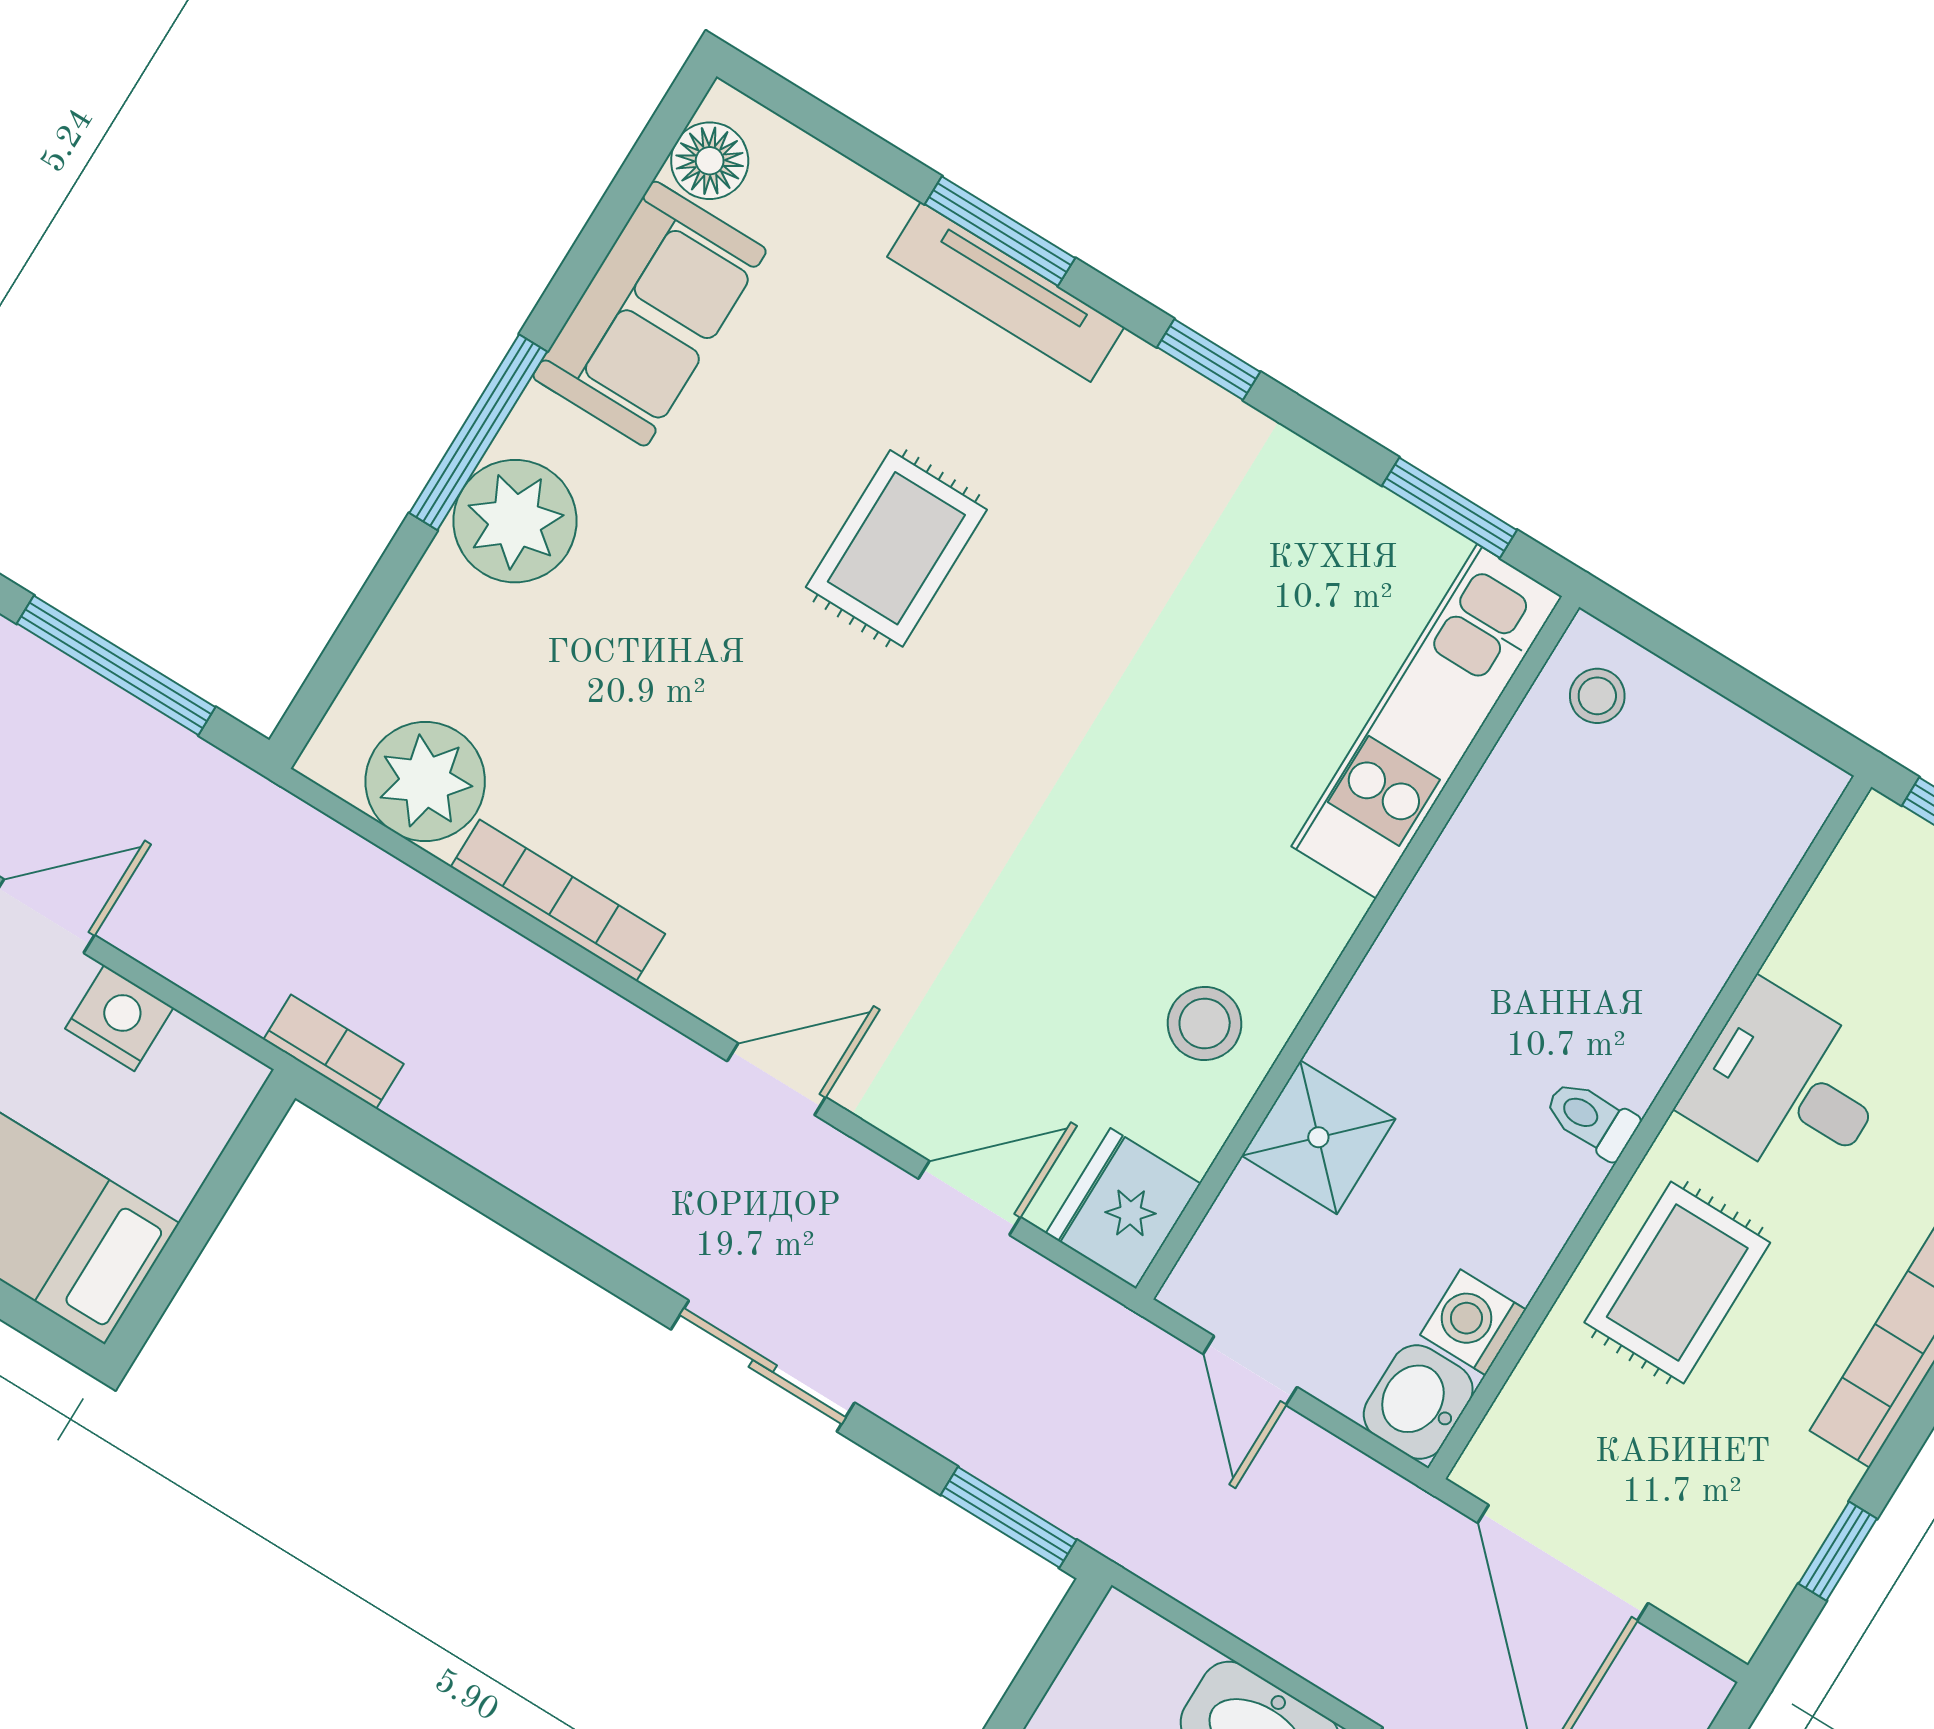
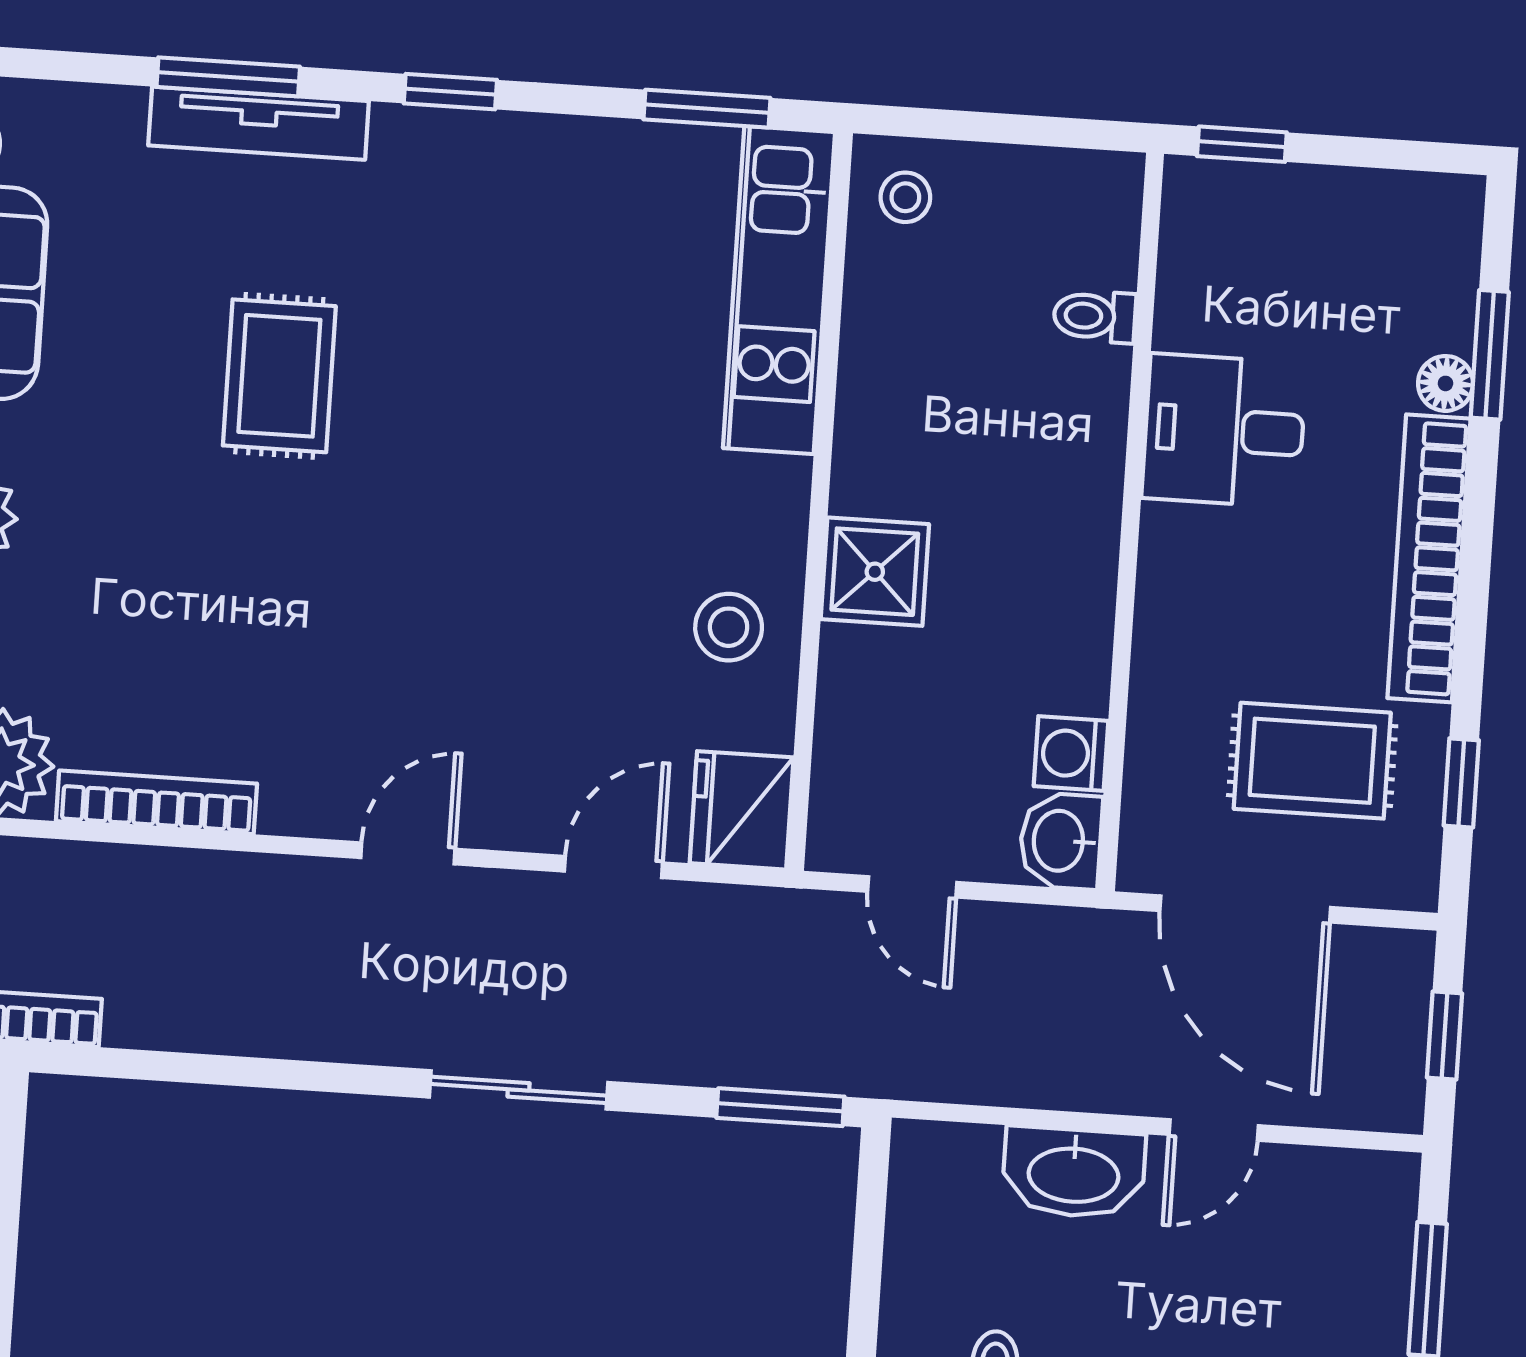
toilet: (1591, 1119) -> (1095, 316), moved
shower: (1318, 1137) -> (875, 572), moved
rug: (1677, 1283) -> (1312, 761), moved, turned 90

